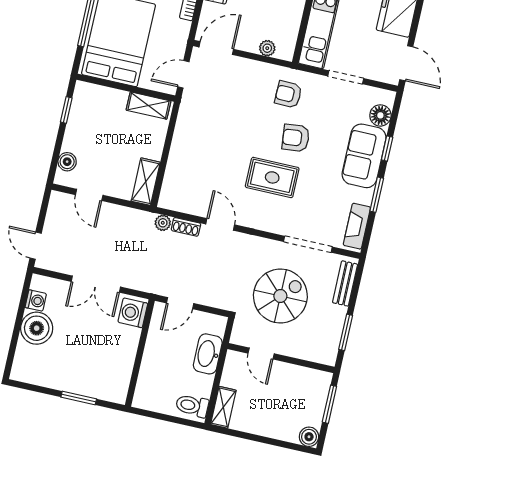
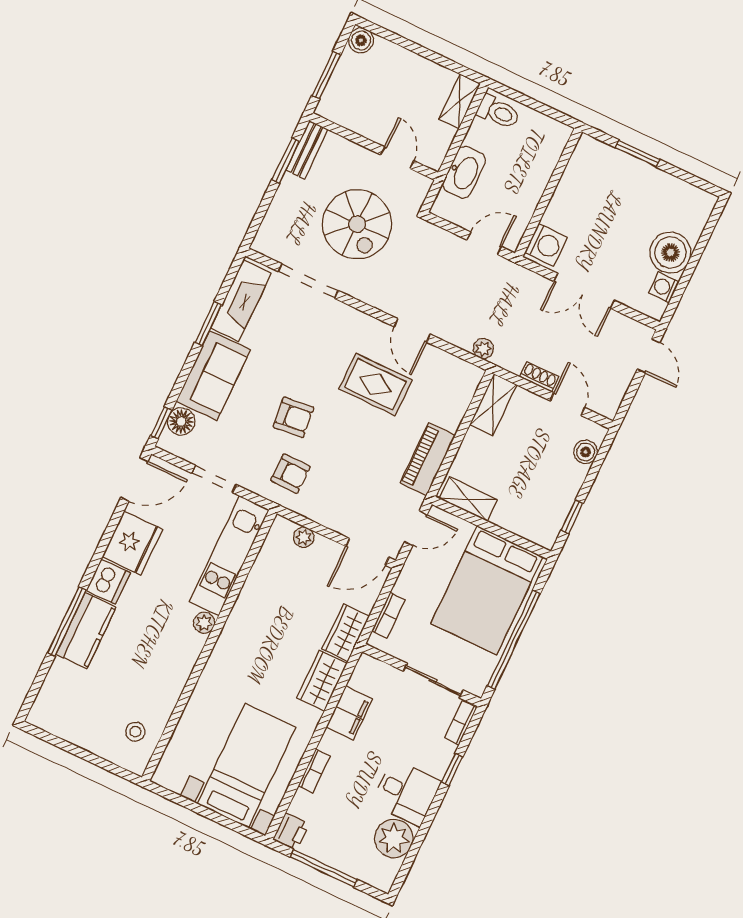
door: (406, 63) -> (134, 479), swing flipped
piano: (186, 129) -> (428, 459), added
window: (387, 148) -> (161, 423), moved
rug: (272, 177) -> (375, 384), moved
fireplace: (357, 226) -> (241, 301), width x1.37, depth x1.32
shoe rack: (186, 227) -> (539, 377), moved
bench: (345, 283) -> (307, 150), moved
double door: (96, 284) -> (584, 291), swing flipped
spiral stairs: (280, 296) -> (357, 224), turned -90

